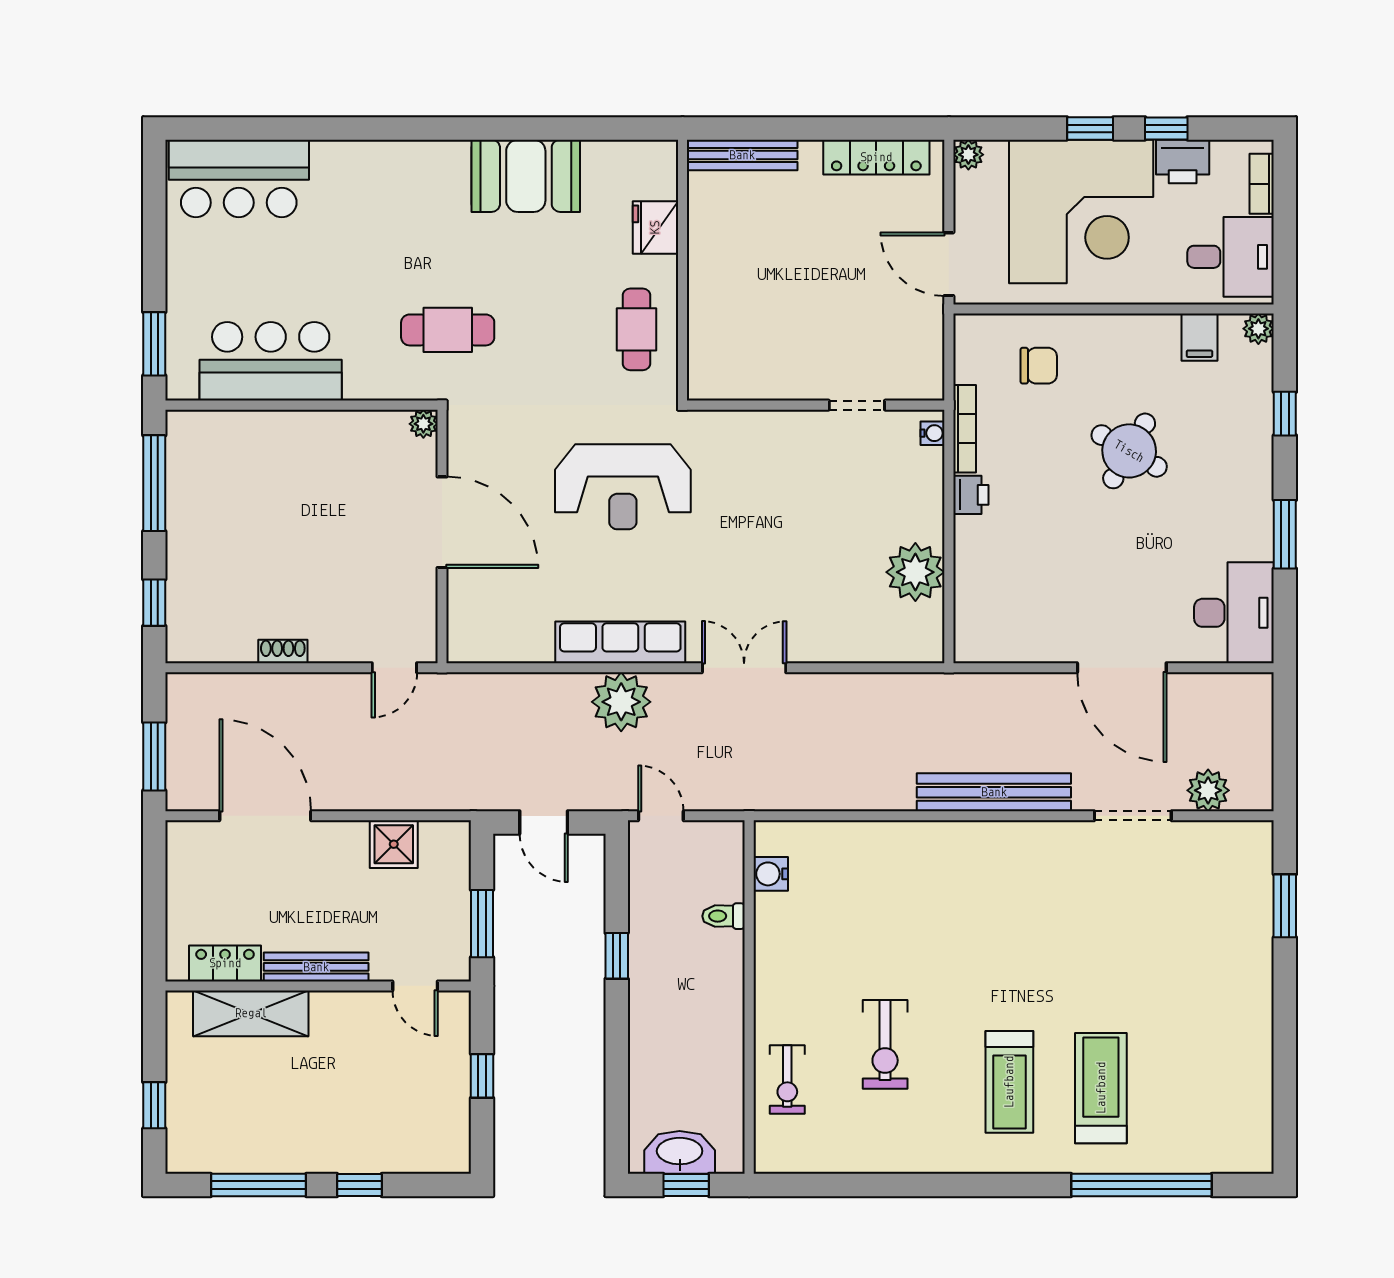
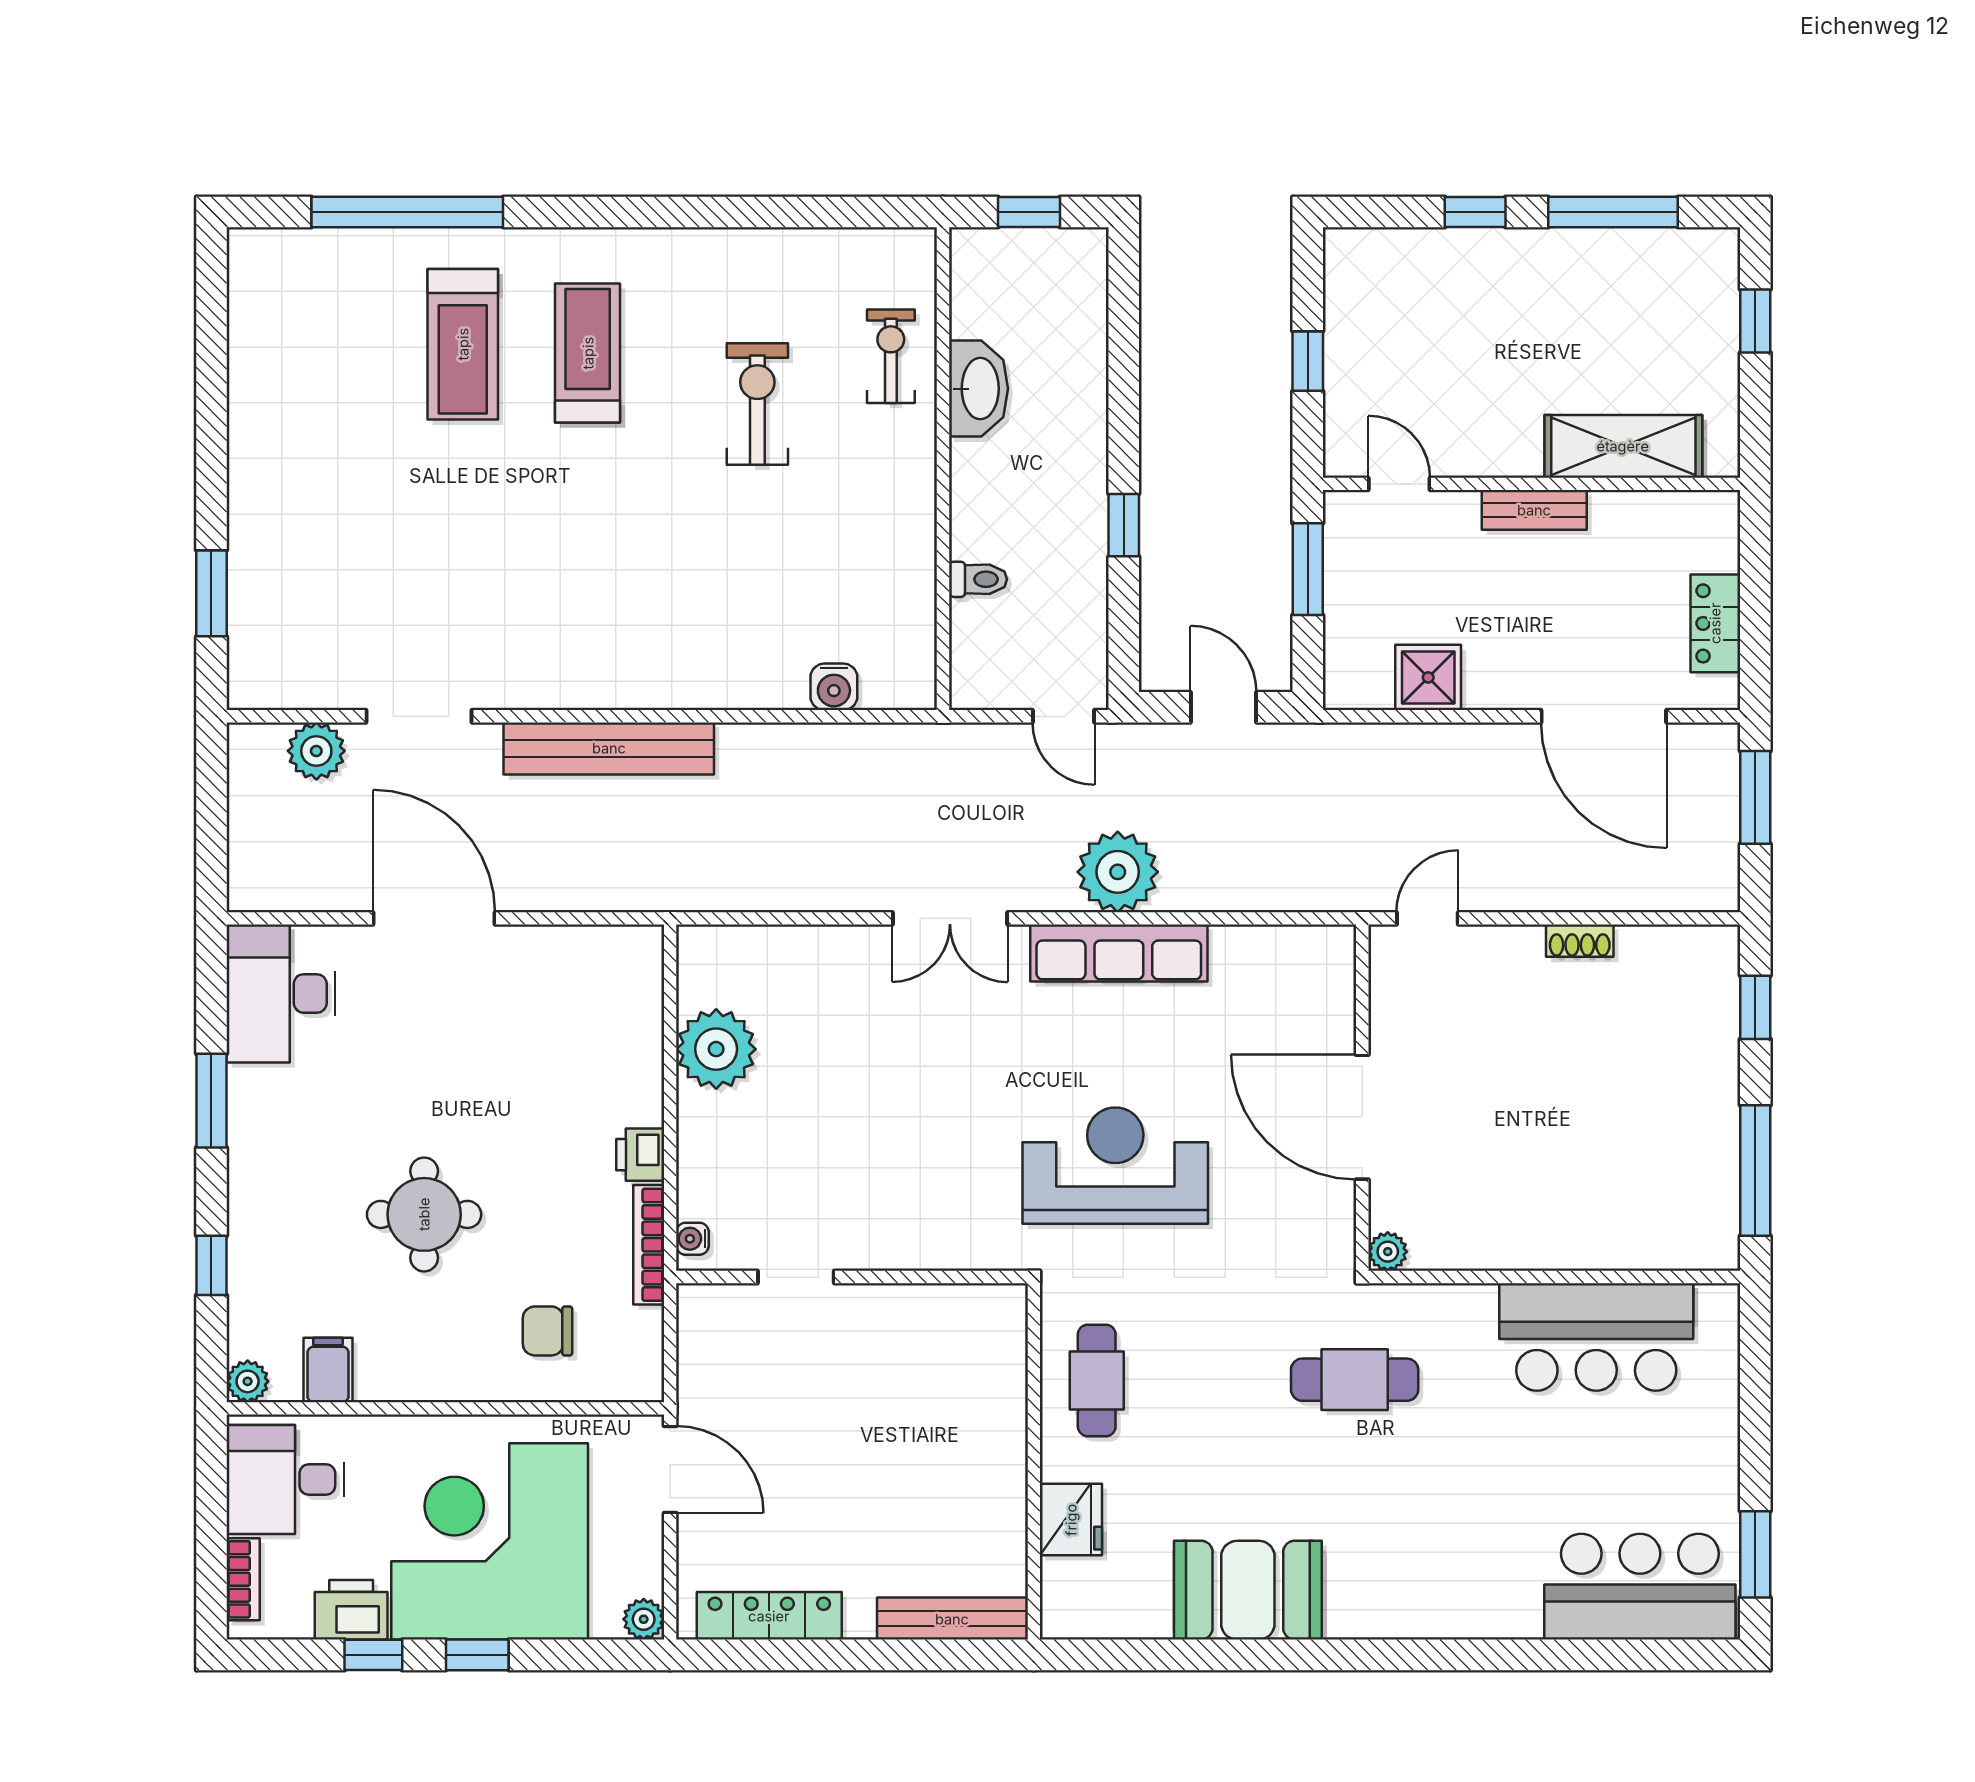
window: (154, 344) -> (1755, 1554), moved
round table: (1129, 451) -> (424, 1214), turned -30
water cooler: (771, 874) -> (834, 687), moved, turned 90
locker: (225, 963) -> (1715, 623), moved, turned 90
bench: (316, 967) -> (1534, 510), width x0.73
washbasin: (680, 1152) -> (978, 389), moved, turned -90

